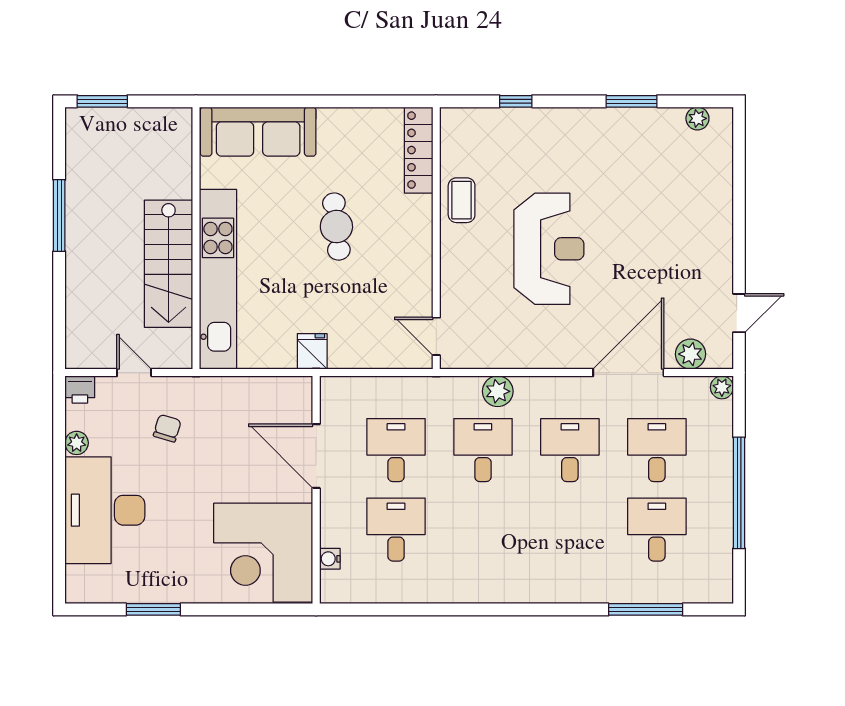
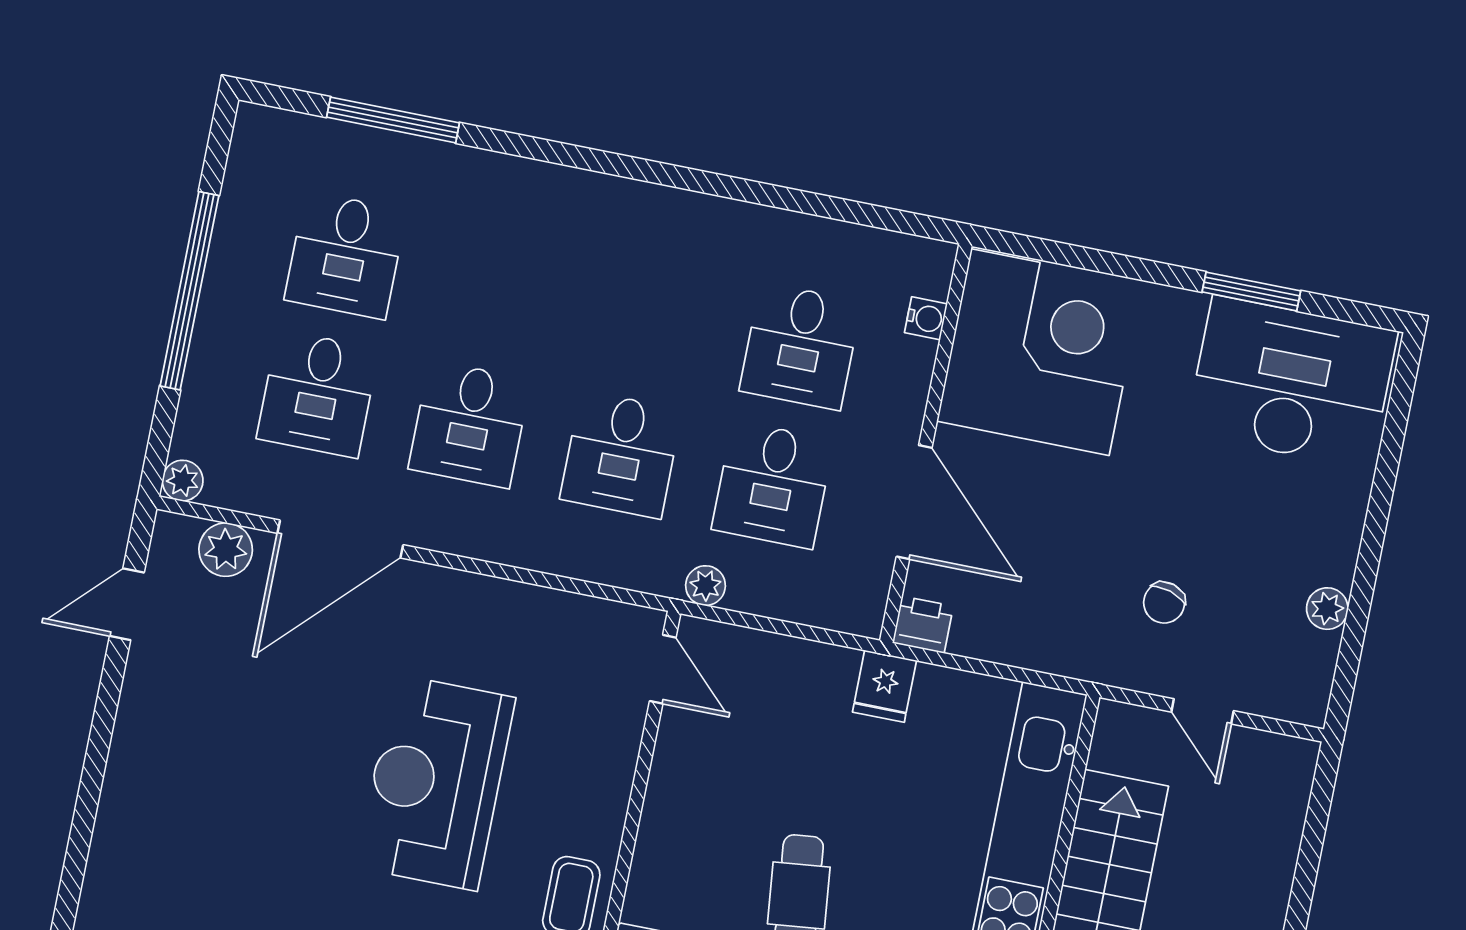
printer: (80, 390) -> (923, 625), moved
plant: (498, 391) -> (706, 586), moved, width x0.73, depth x0.73
desk: (105, 510) -> (1292, 382), moved, turned -90

